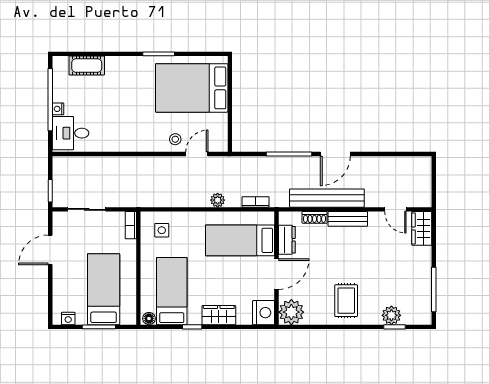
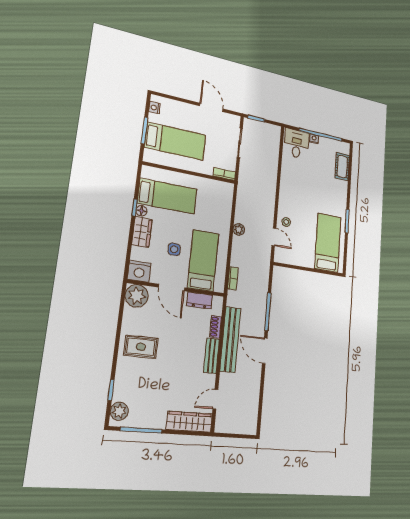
bed: (192, 88) -> (328, 243), width x0.67
plant: (218, 200) -> (239, 229), moved
wardrobe: (422, 228) -> (189, 422), width x1.50
side table: (162, 230) -> (174, 249), moved
plant: (391, 315) -> (119, 411), moved
floor lamp: (149, 319) -> (141, 211), moved

